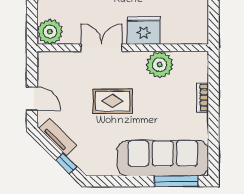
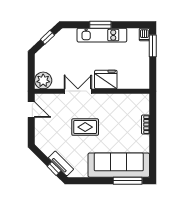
plant: (160, 65) -> (117, 102), removed
door: (32, 99) -> (31, 110), moved
tv unit: (58, 137) -> (61, 163), moved

